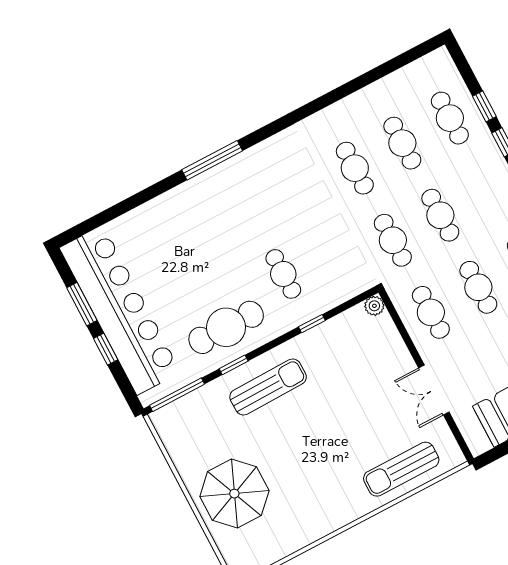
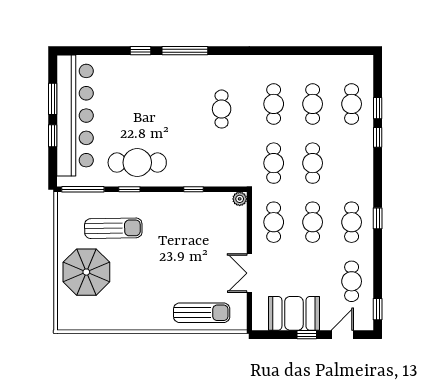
window: (158, 189) -> (141, 51), added
cafe table: (283, 274) -> (222, 109), moved
sun lounger: (268, 387) -> (113, 228), moved
sun lounger: (401, 469) -> (202, 313), turned 180

